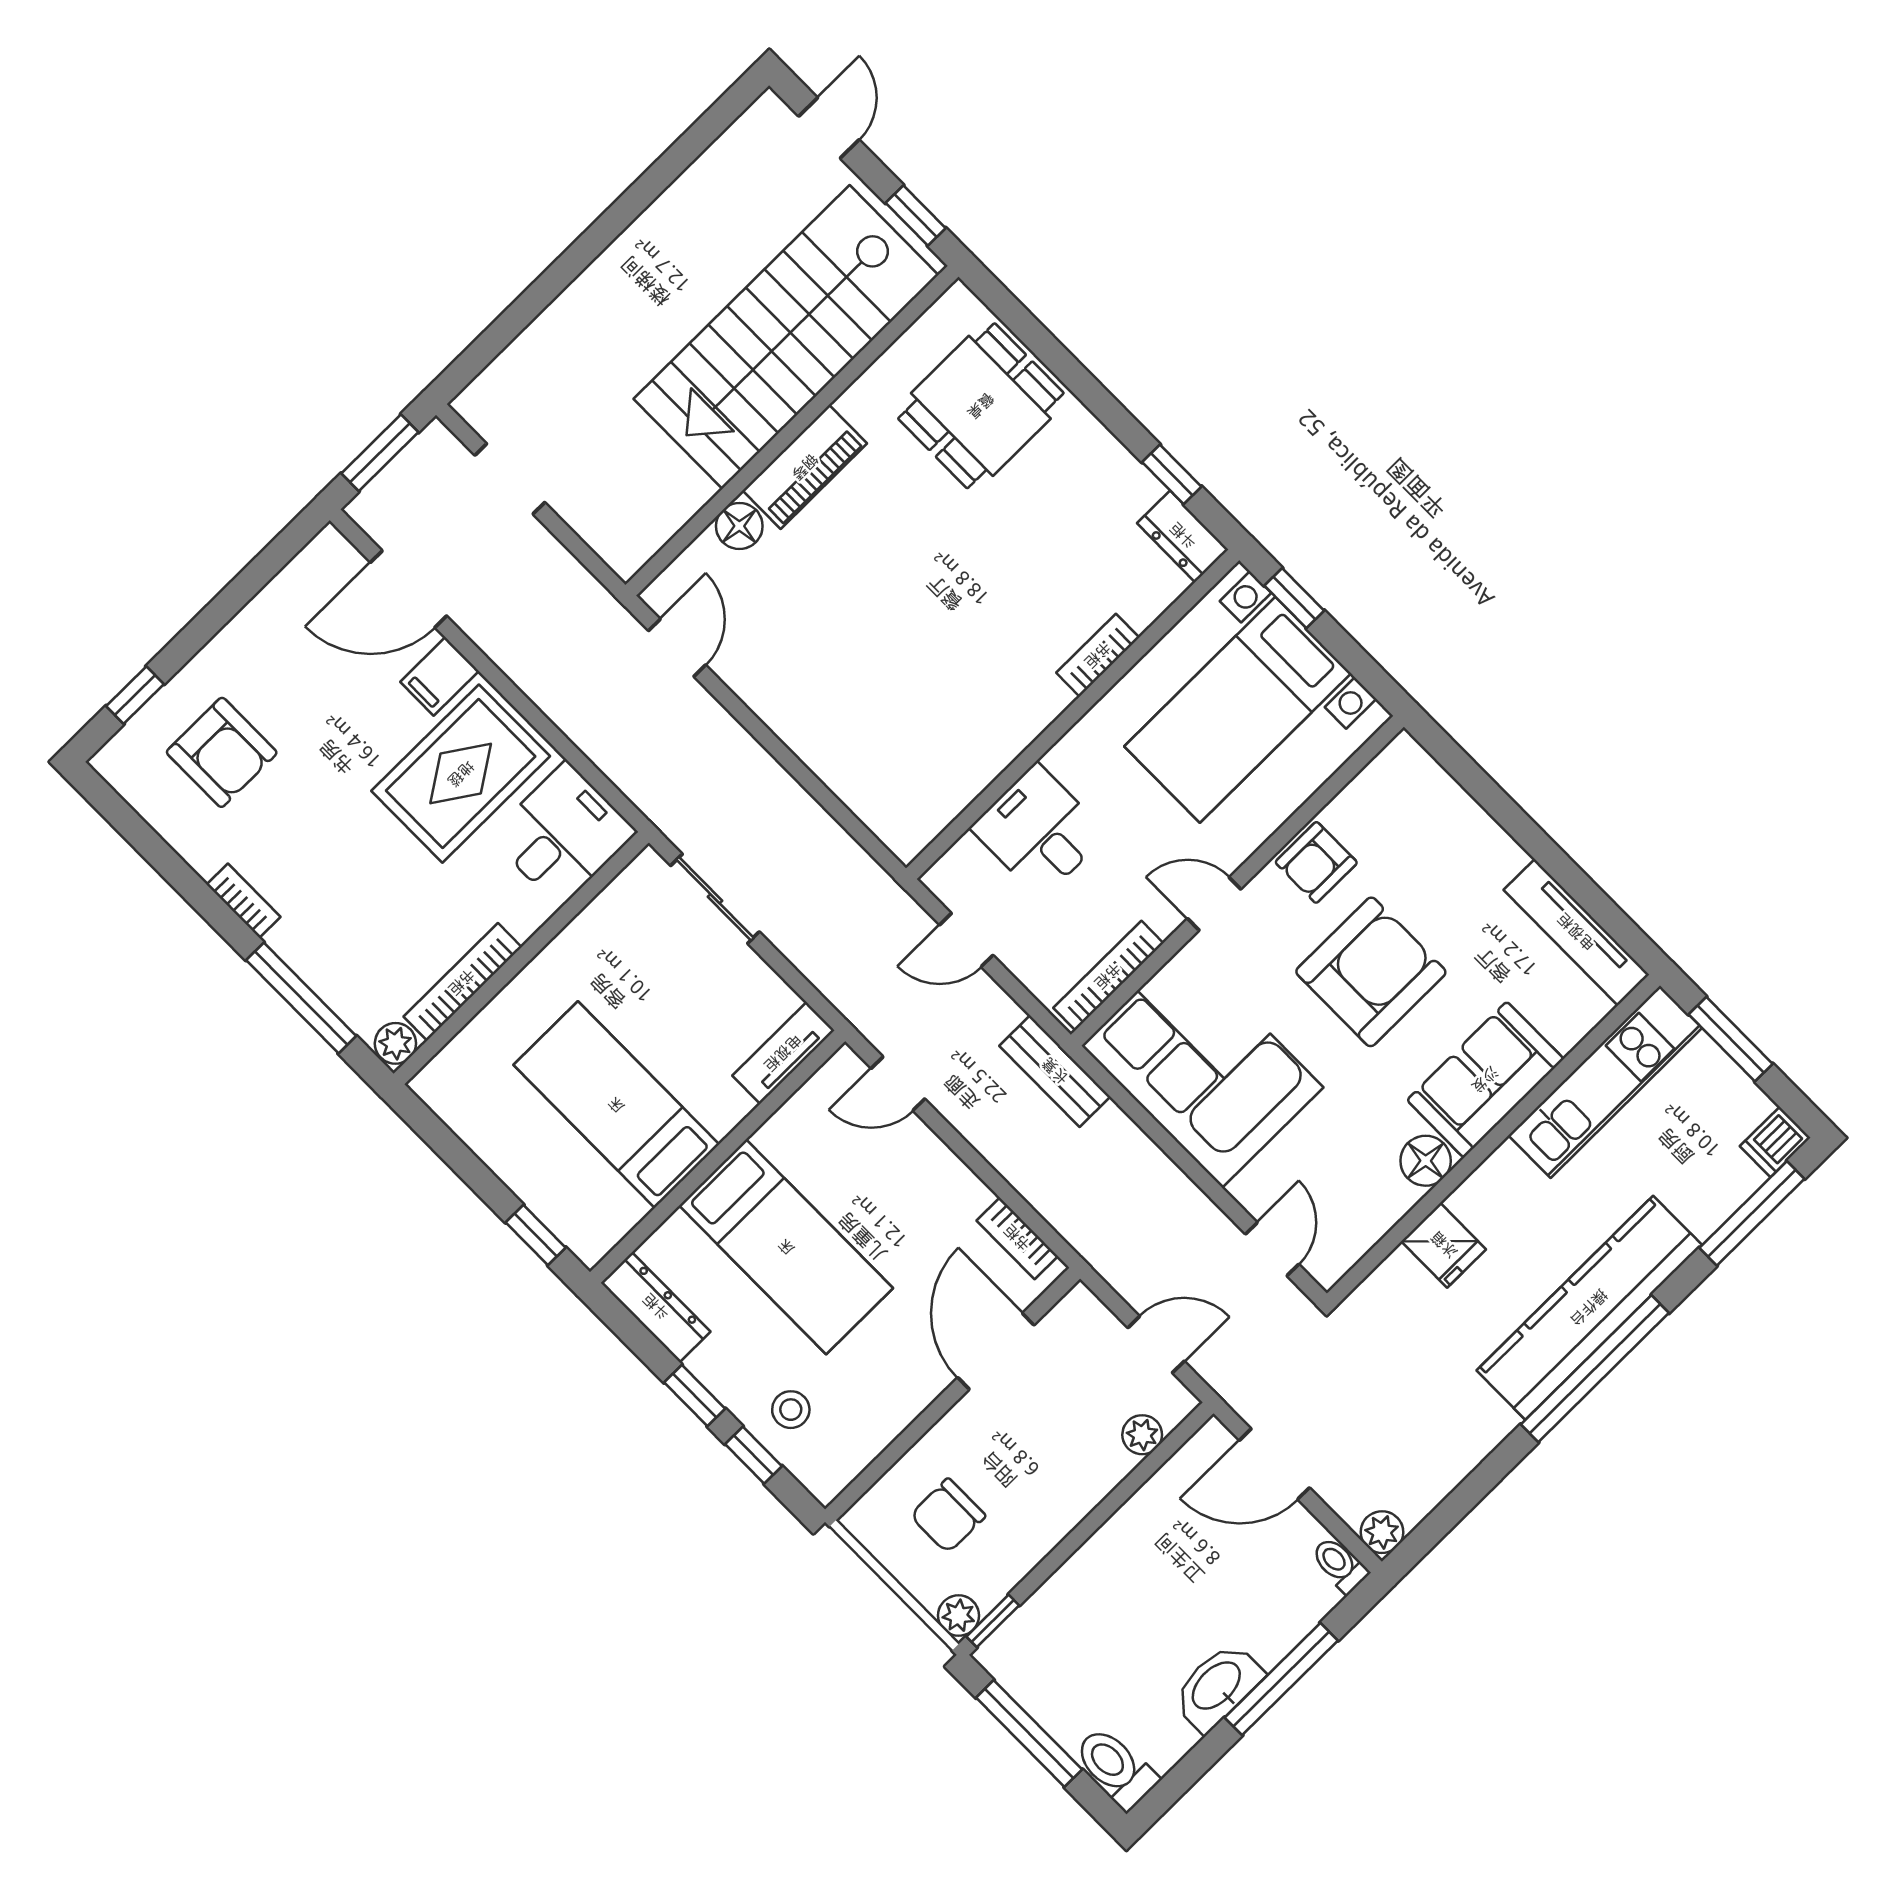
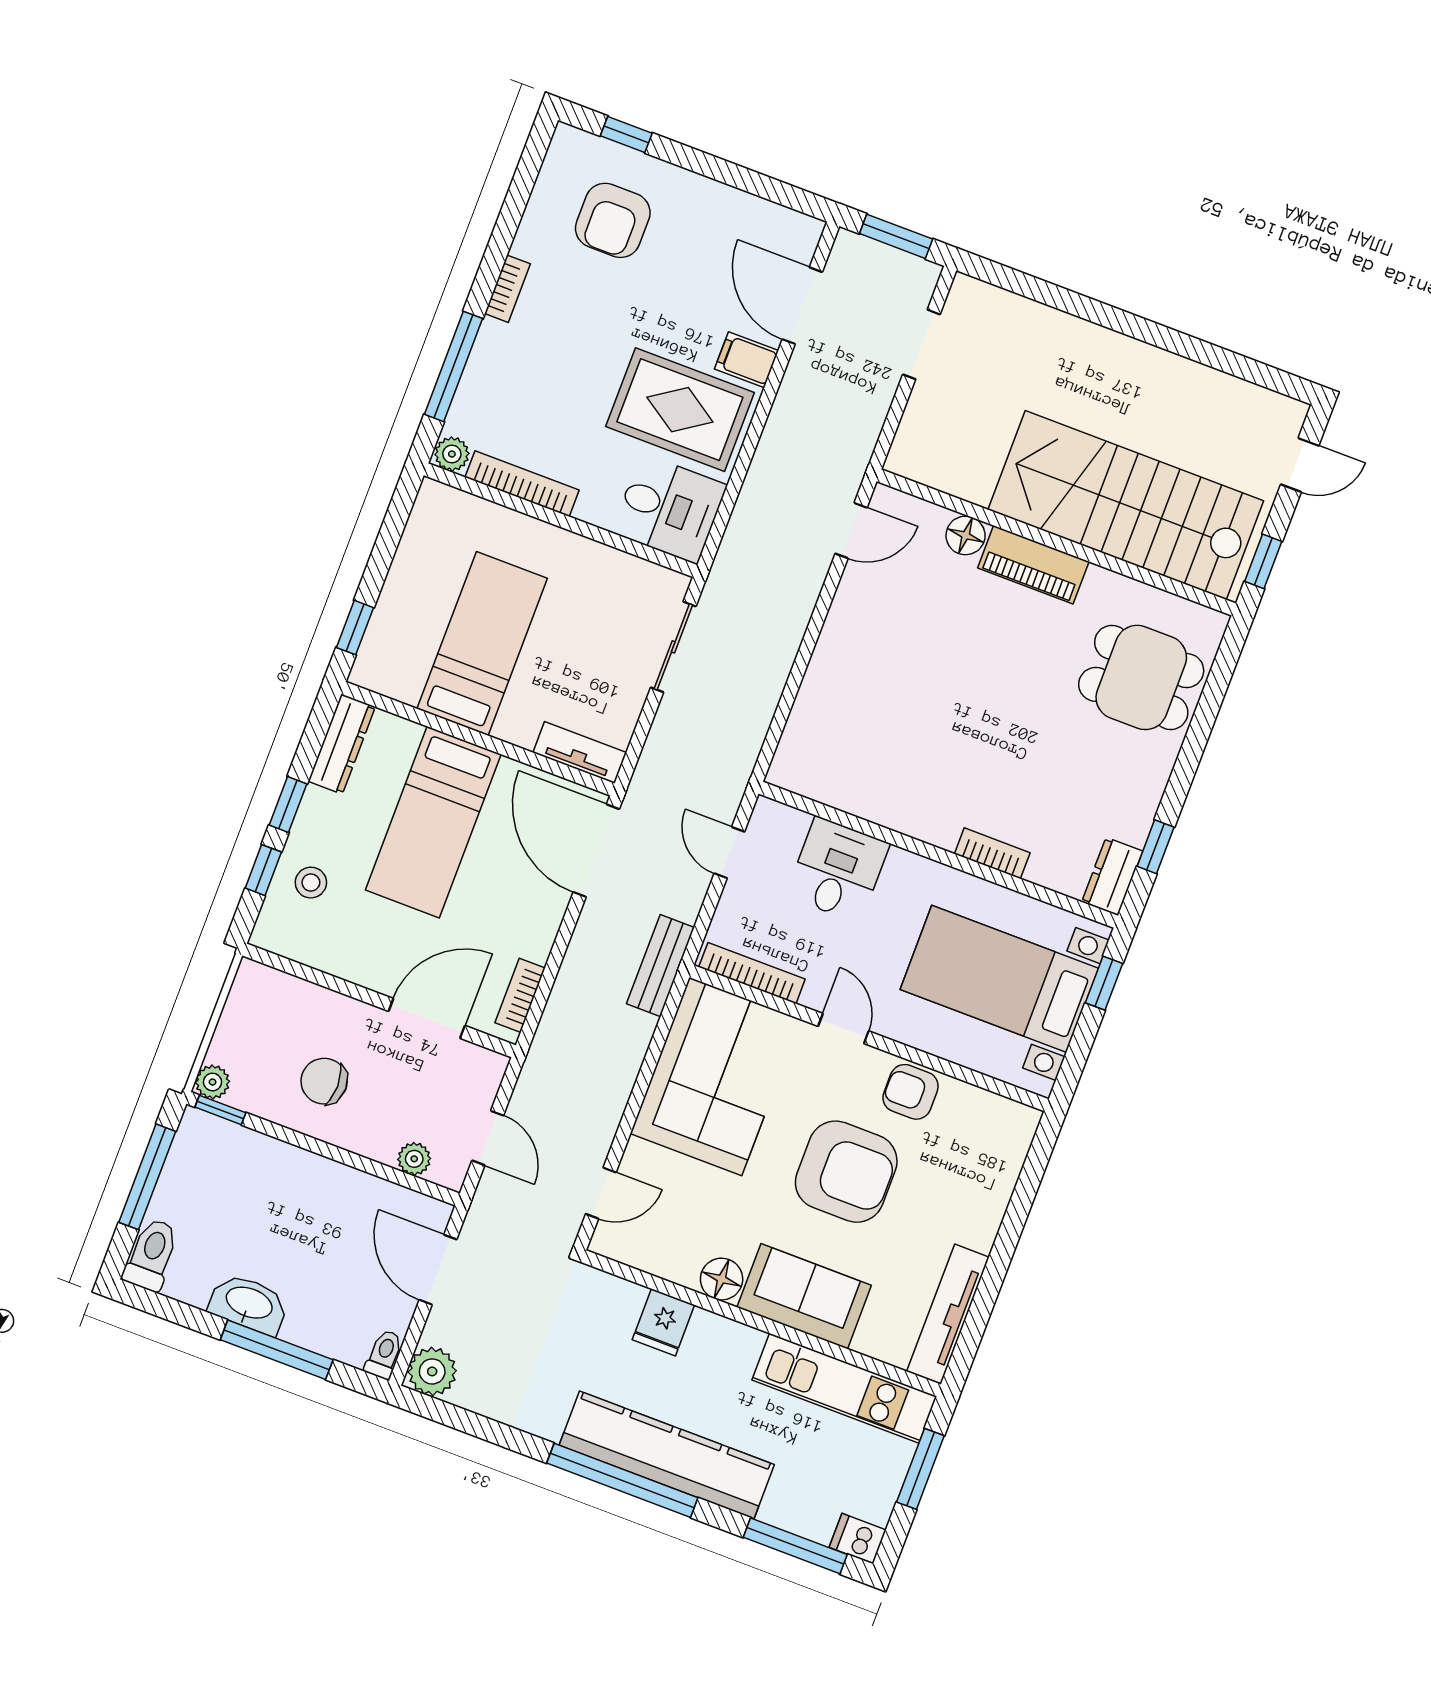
door: (898, 1084) -> (596, 851), width x1.88
chair: (948, 1516) -> (324, 1081), moved
plant: (1382, 1532) -> (432, 1371), width x1.38, depth x1.38

